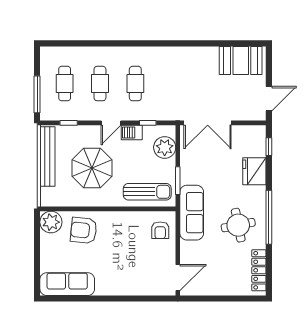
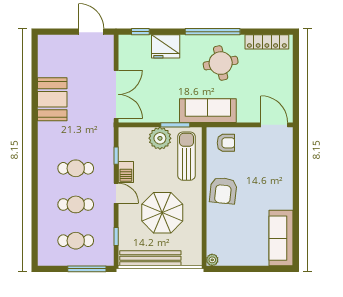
booth: (241, 61) -> (52, 99), moved
plant: (165, 147) -> (160, 138), moved
plant: (51, 222) -> (212, 260), width x0.53, depth x0.53
armchair: (84, 230) -> (223, 191), moved

